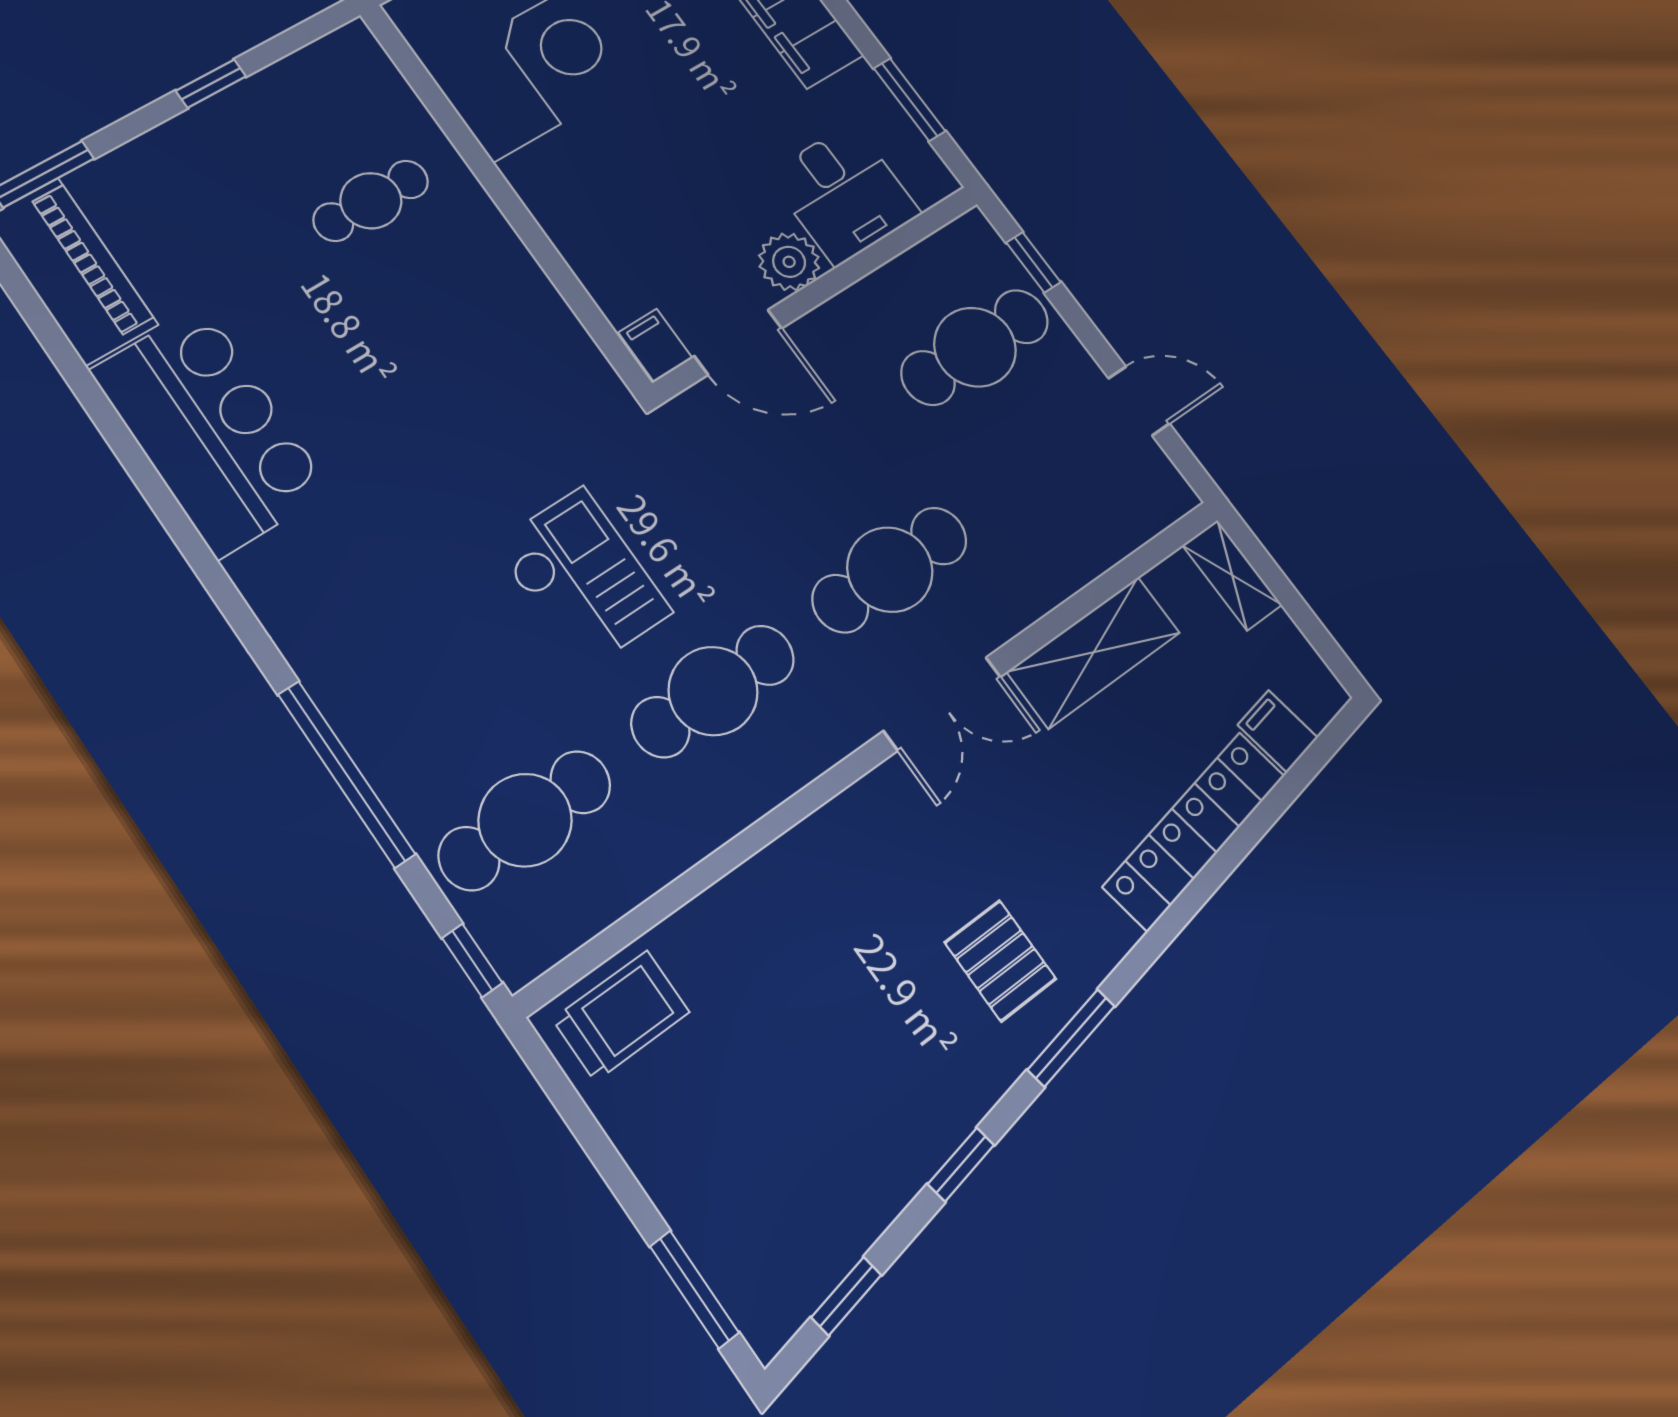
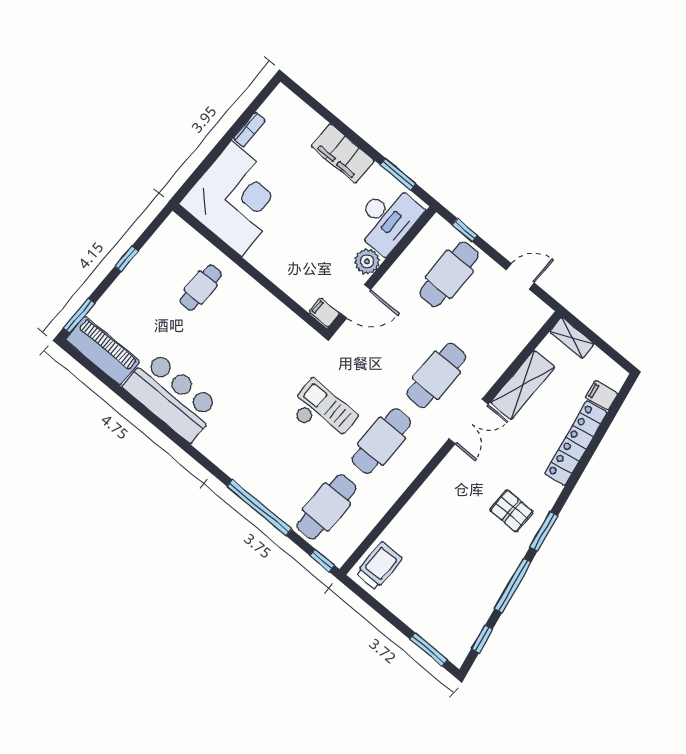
desk: (844, 194) -> (387, 219), width x1.37
window: (961, 1164) -> (513, 586), width x2.17

